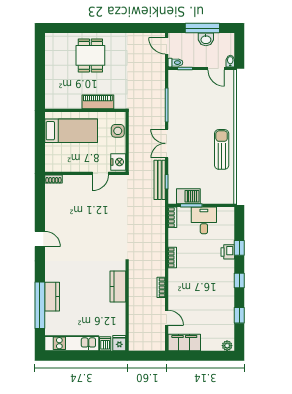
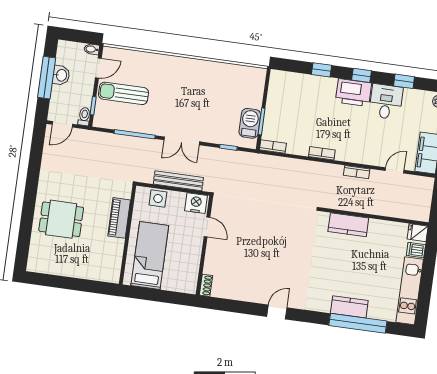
sun lounger: (222, 149) -> (123, 93), moved
bench: (160, 180) -> (178, 181), moved
desk: (204, 220) -> (386, 102), moved, turned 90
printer: (228, 252) -> (353, 93), moved, width x1.87, depth x1.48

